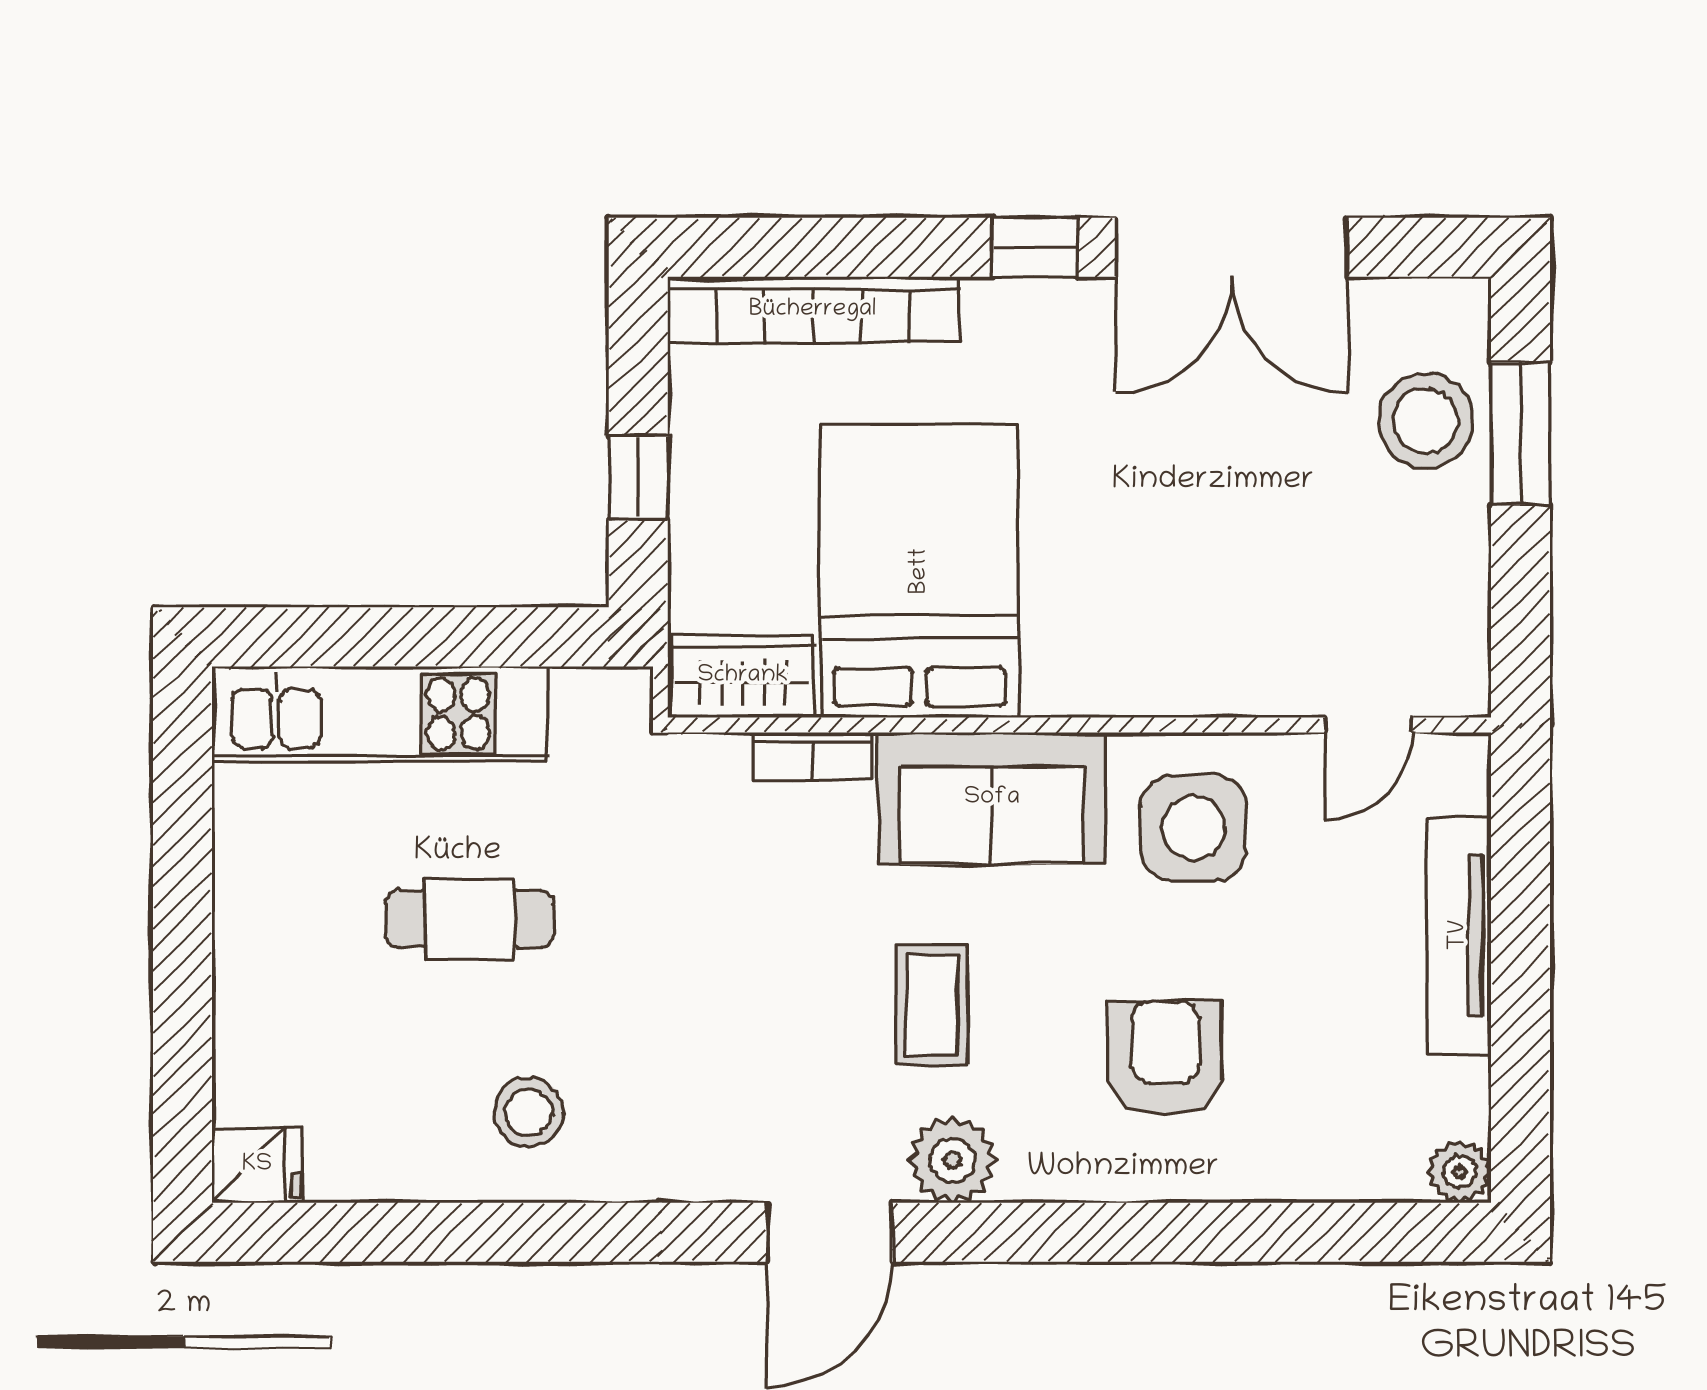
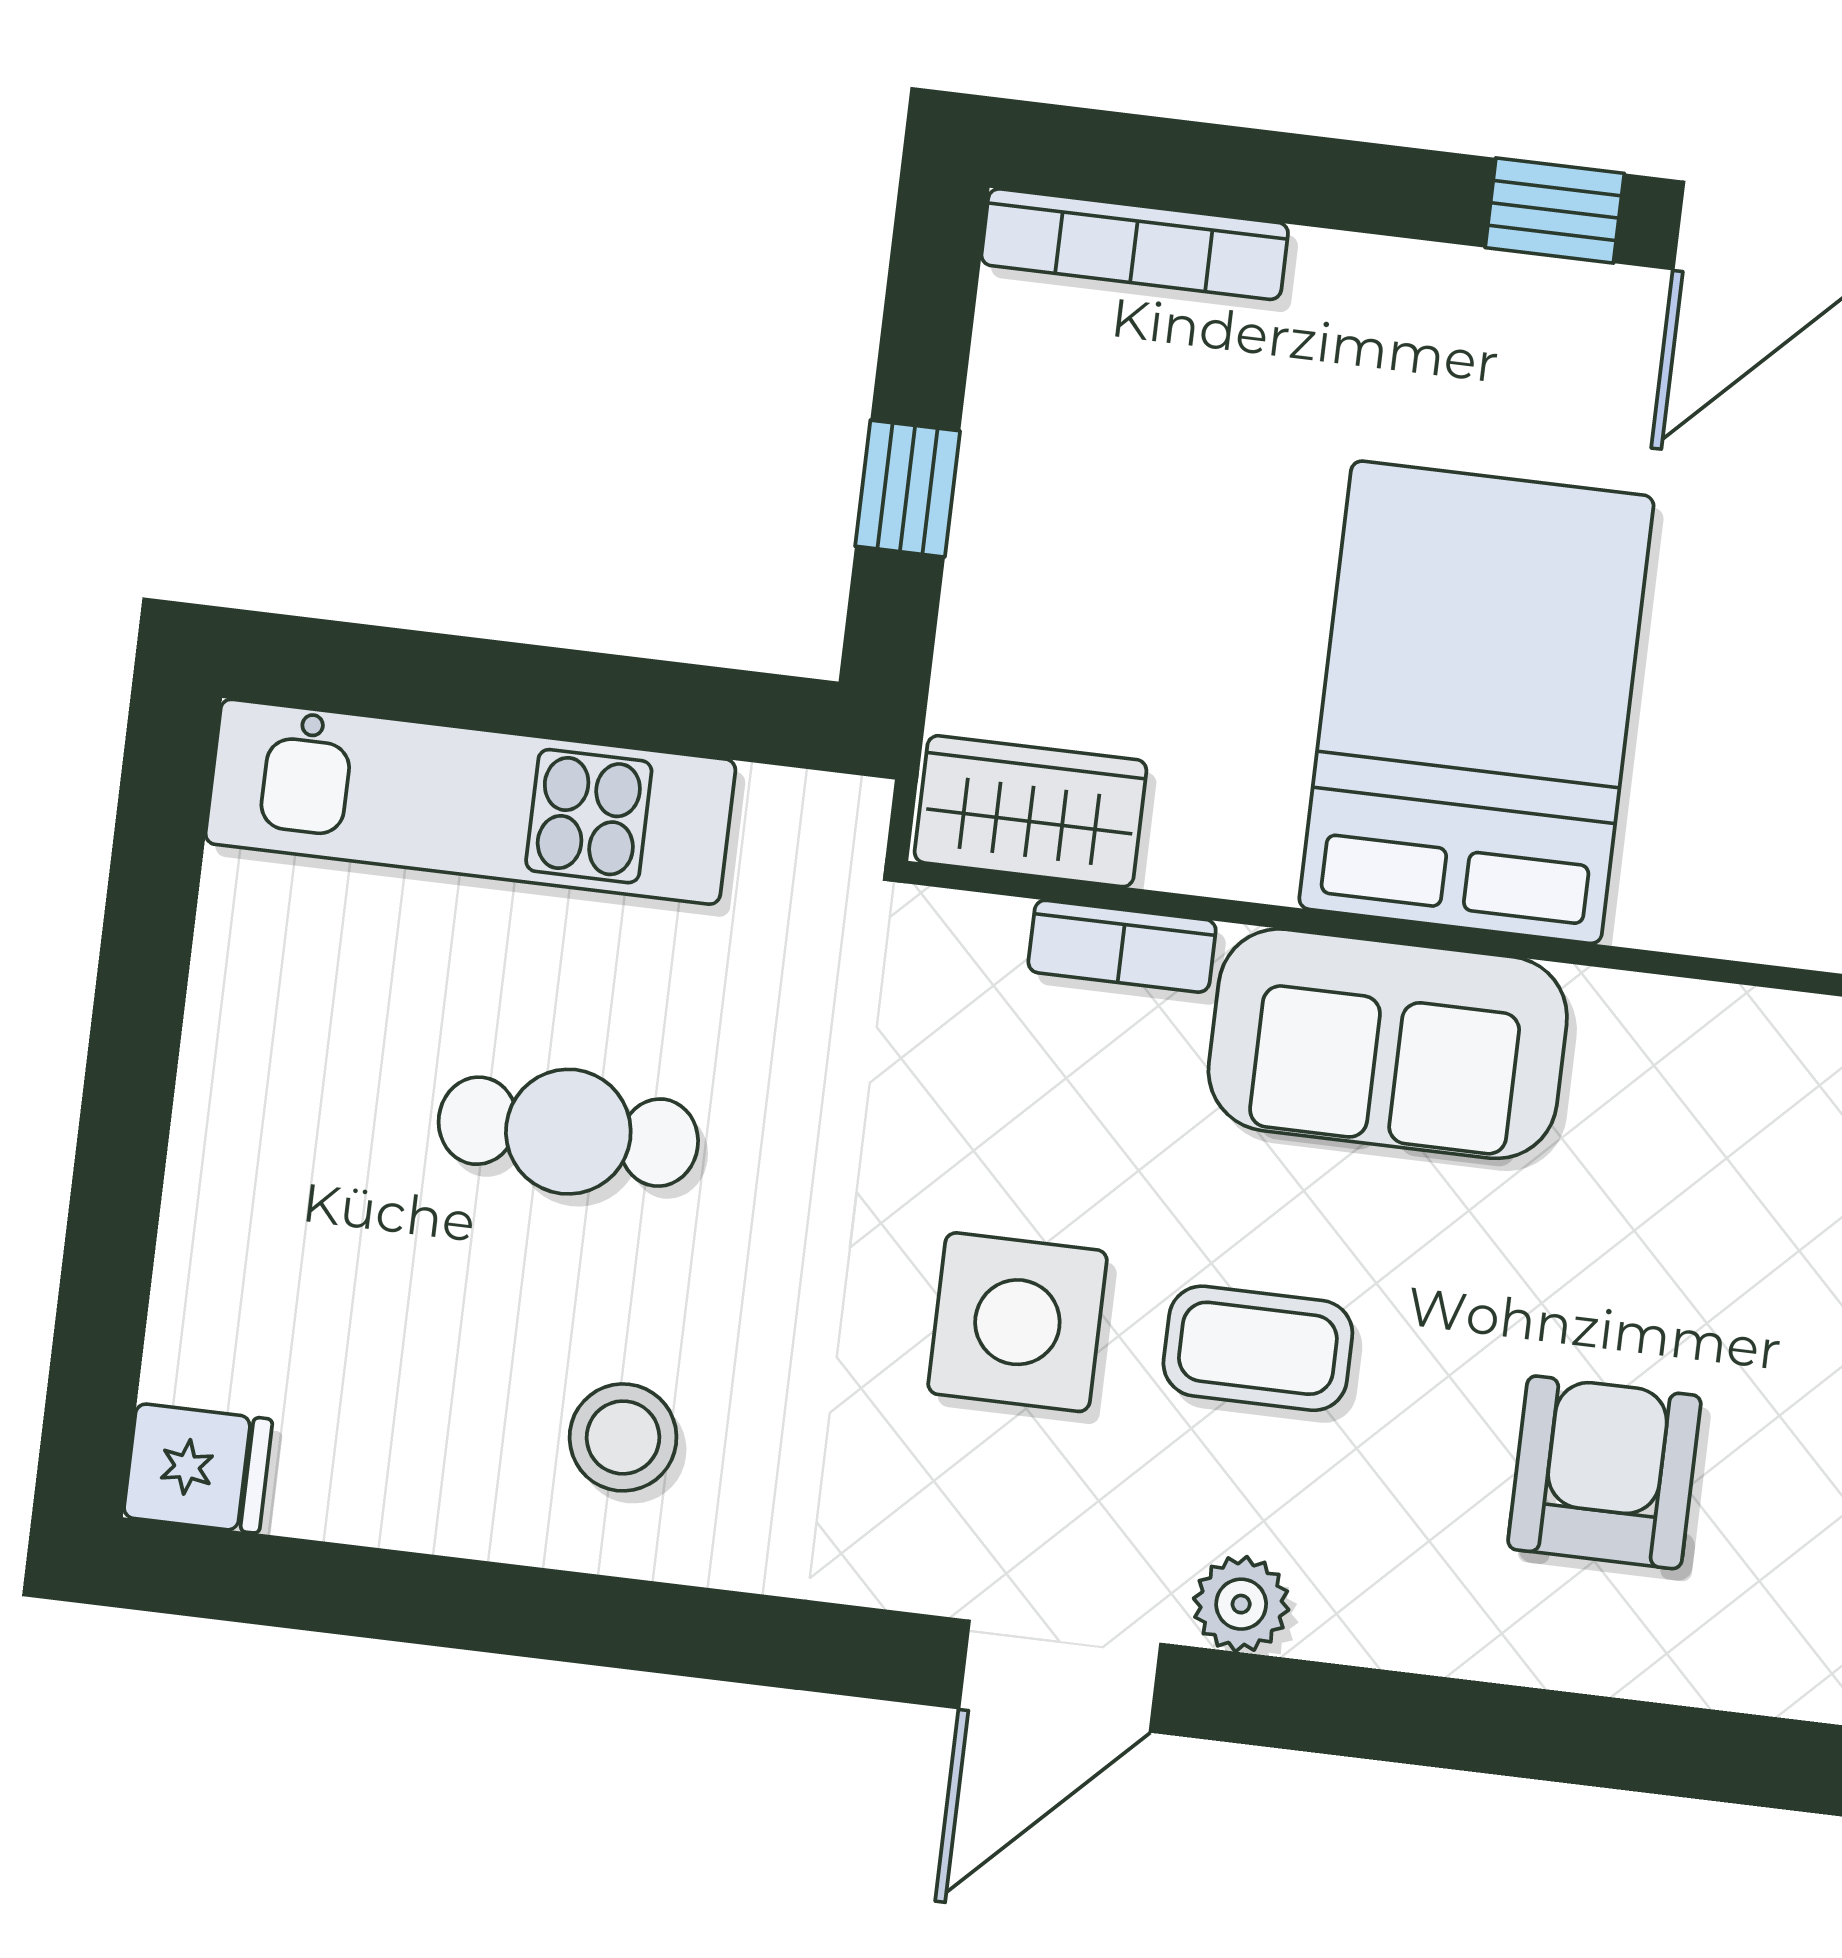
bookcase: (813, 310) -> (1135, 244), width x0.68, depth x0.76
bed: (920, 571) -> (1476, 702), moved
side table: (1193, 828) -> (1017, 1322), moved
coffee table: (932, 1005) -> (1258, 1348), turned 90
plant: (953, 1160) -> (1241, 1604), width x0.73, depth x0.73

